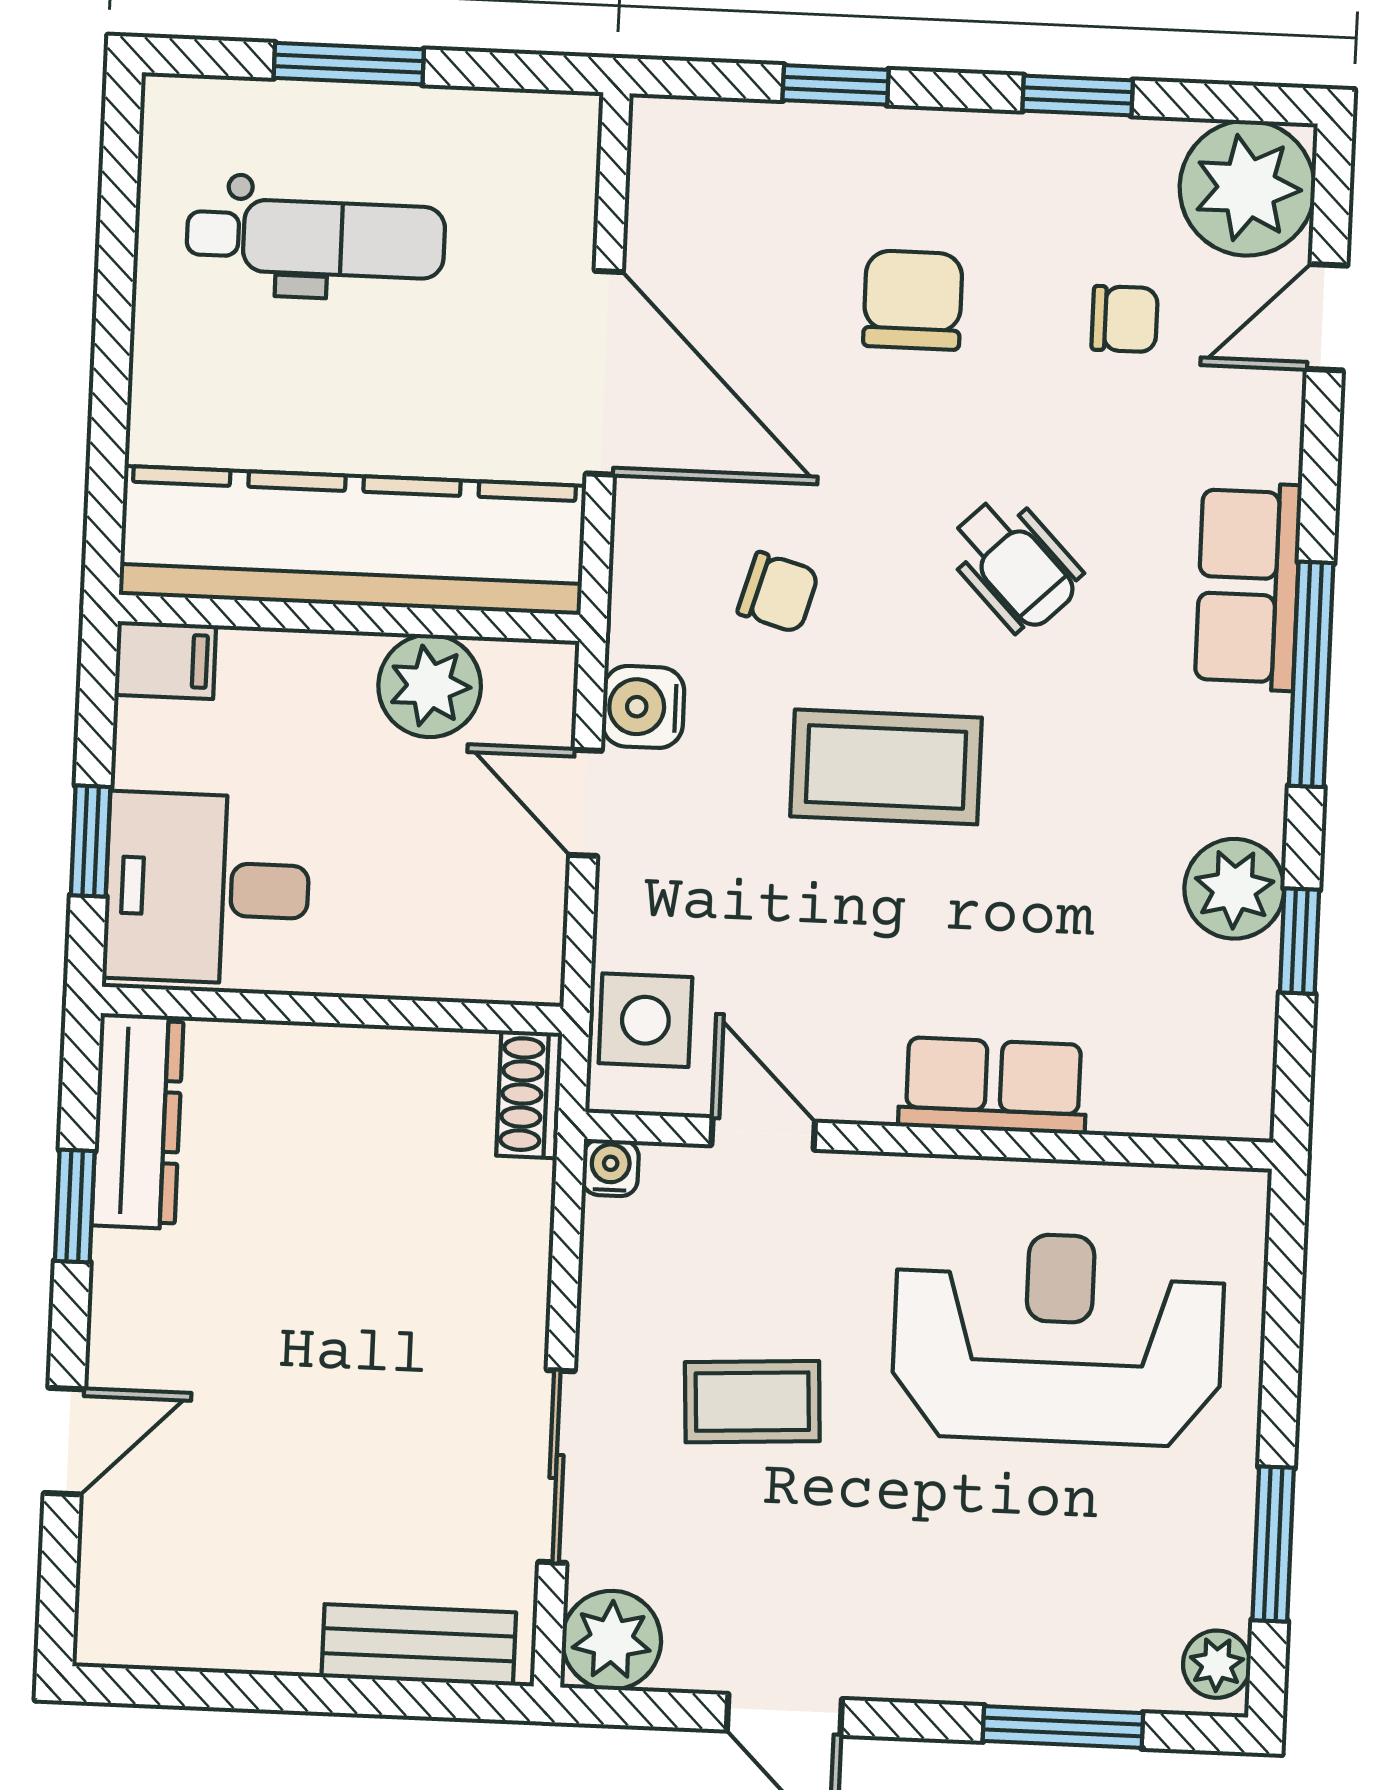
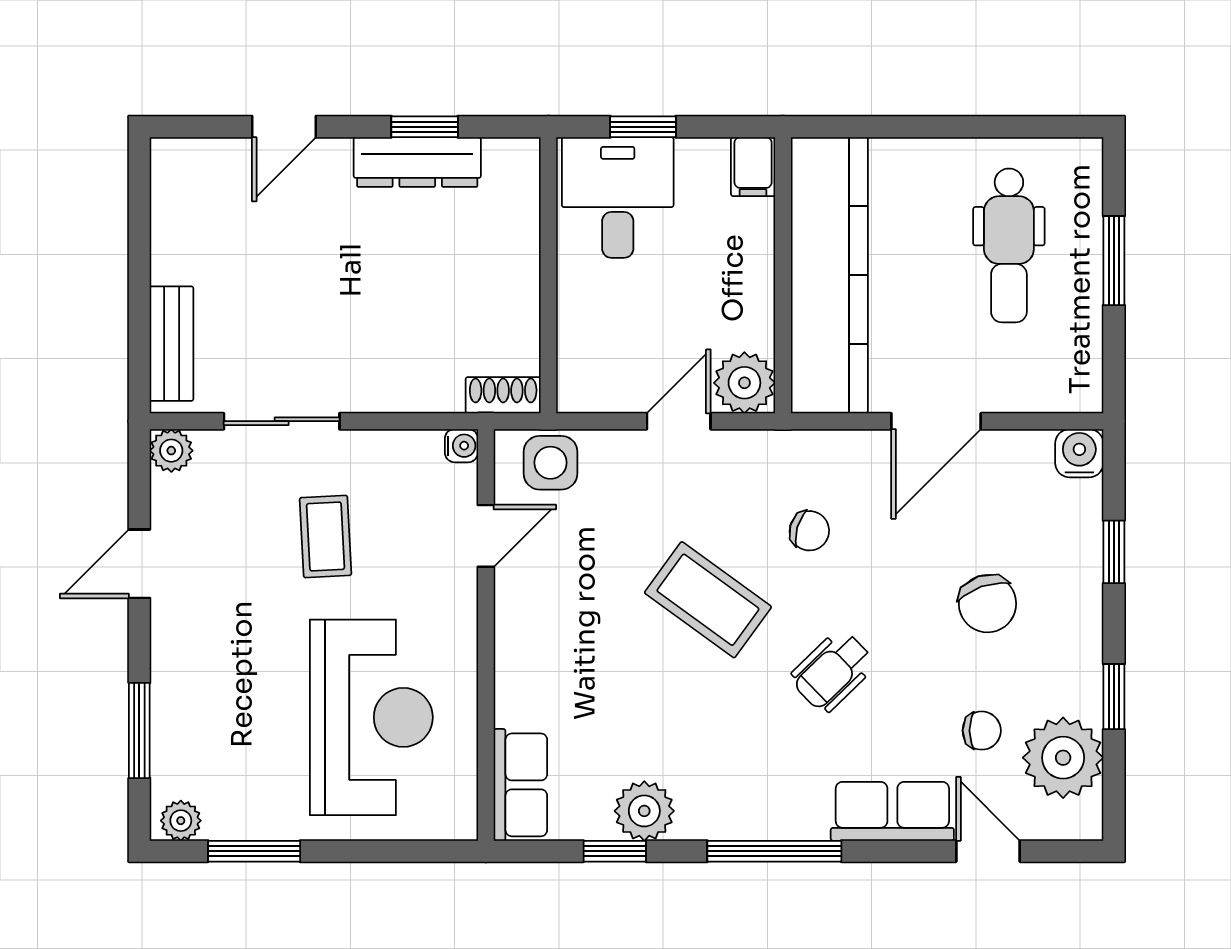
plant: (1247, 188) -> (1063, 758), moved
chair: (913, 300) -> (987, 604), turned 71
chair: (1125, 319) -> (982, 731), turned -90
door: (604, 373) -> (936, 421), width x0.73
row of seats: (1248, 586) -> (892, 811), moved
chair: (778, 592) -> (809, 531), turned -90
plant: (430, 686) -> (744, 383), moved
water cooler: (643, 707) -> (1079, 453), moved
coffee table: (886, 767) -> (708, 600), turned -54
row of seats: (993, 1086) -> (520, 785), moved
dresser: (138, 1121) -> (417, 162), moved
door: (64, 1441) -> (284, 127), hinge flipped
plant: (612, 1640) -> (171, 451), width x0.73, depth x0.73

